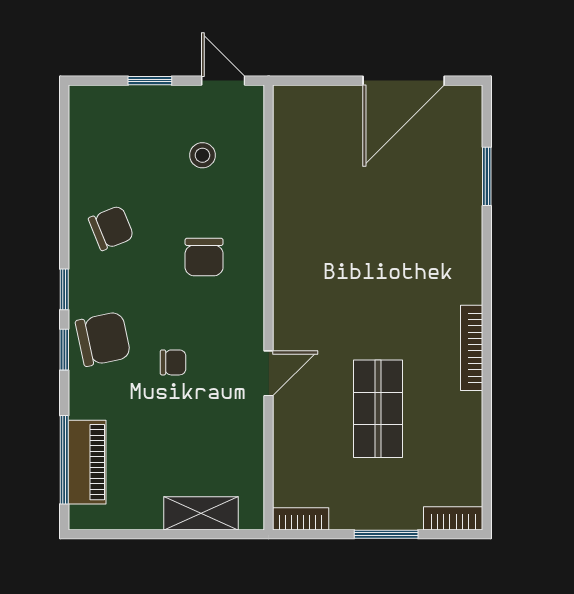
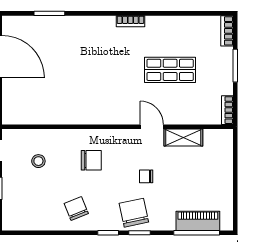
bookcase: (472, 348) -> (130, 21), width x0.64
chair: (173, 362) -> (146, 176), turned -90
shelving: (201, 513) -> (183, 138), moved, turned 90

